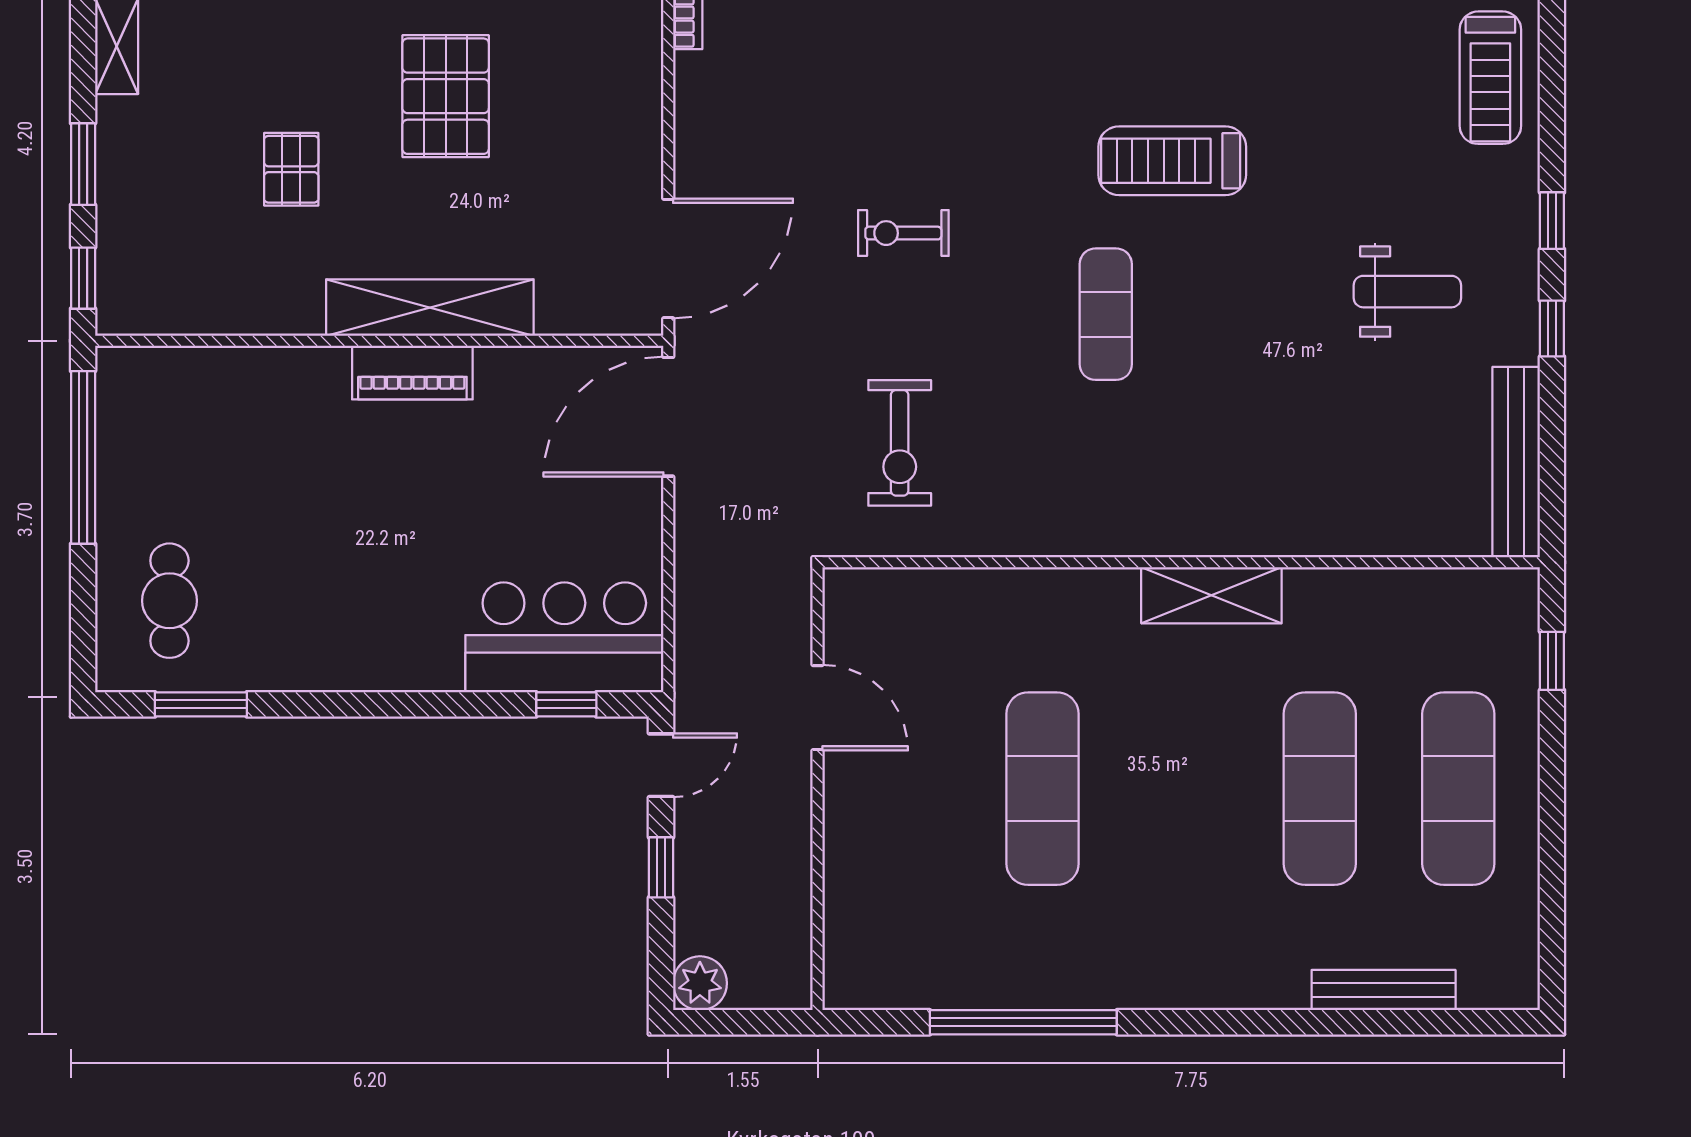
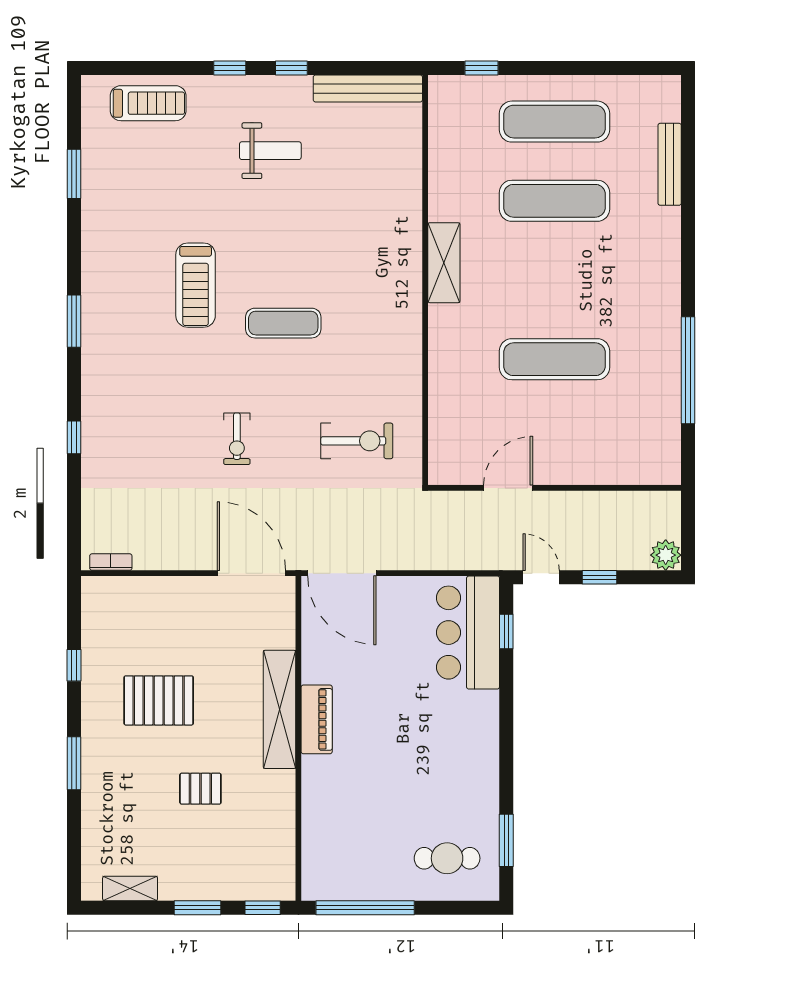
weight bench: (1407, 292) -> (270, 151), turned 90

